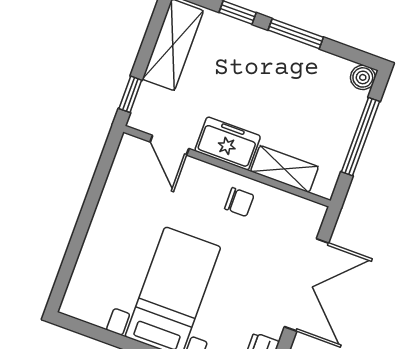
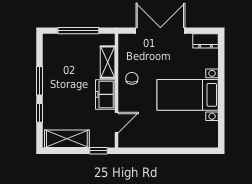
boiler: (363, 77) -> (49, 40), removed

